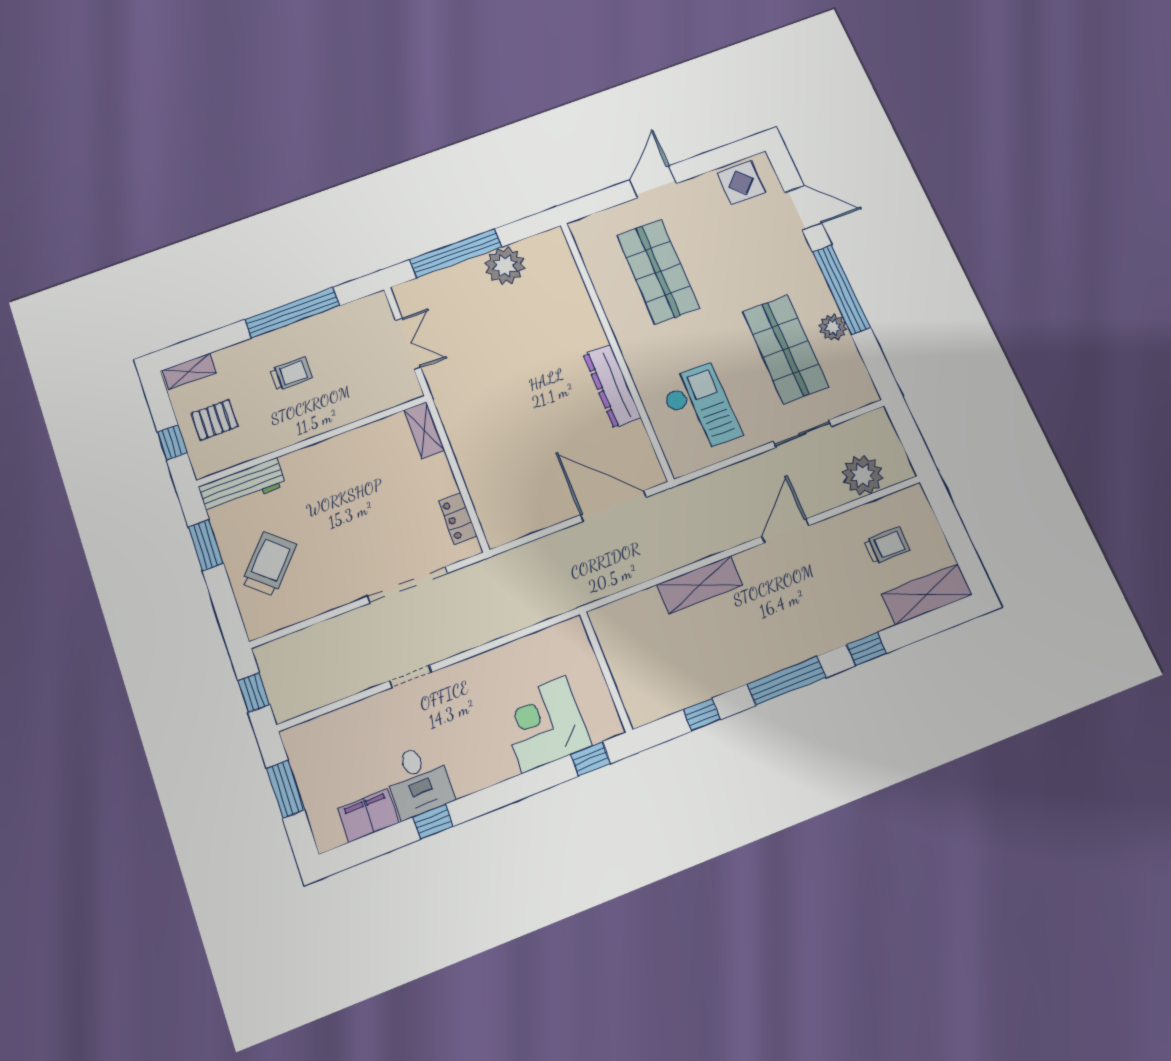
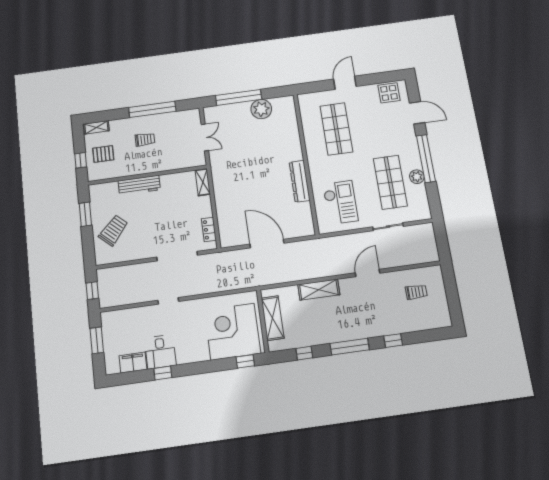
plant: (863, 475) -> (413, 254), removed
workbench: (242, 486) -> (139, 185), moved
door: (614, 506) -> (267, 244), moved
shelving: (927, 594) -> (273, 318), moved, turned 90
corner desk: (544, 724) -> (233, 332), width x1.36, depth x1.36

